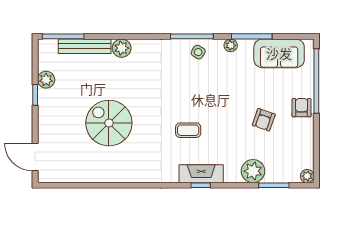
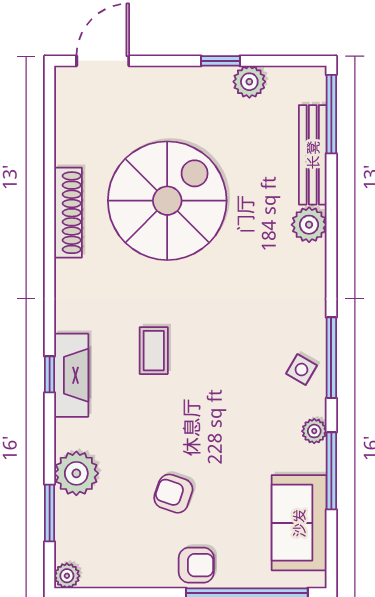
spiral stairs: (109, 123) -> (167, 201), width x1.37, depth x1.37
shoe rack: (115, 175) -> (68, 213), added

